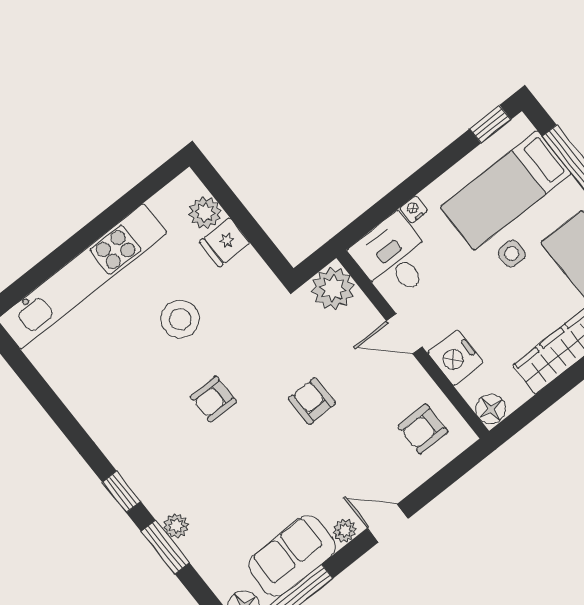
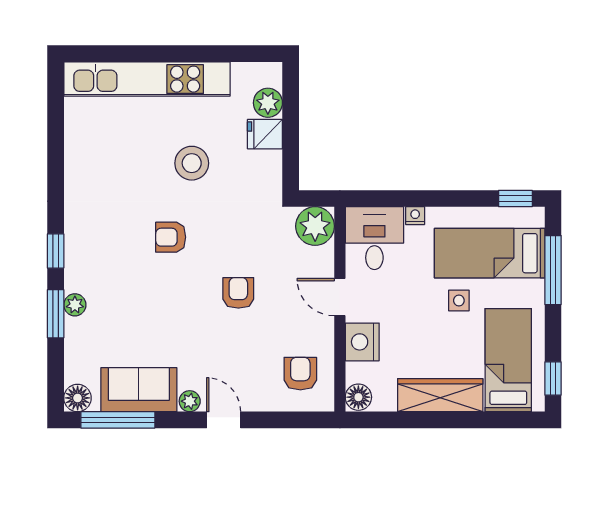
armchair: (423, 429) -> (300, 374), turned 90

